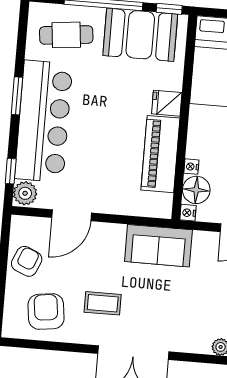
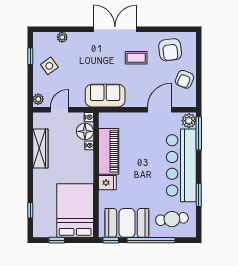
window: (17, 96) -> (199, 195), moved
window: (11, 171) -> (199, 133), width x2.17

